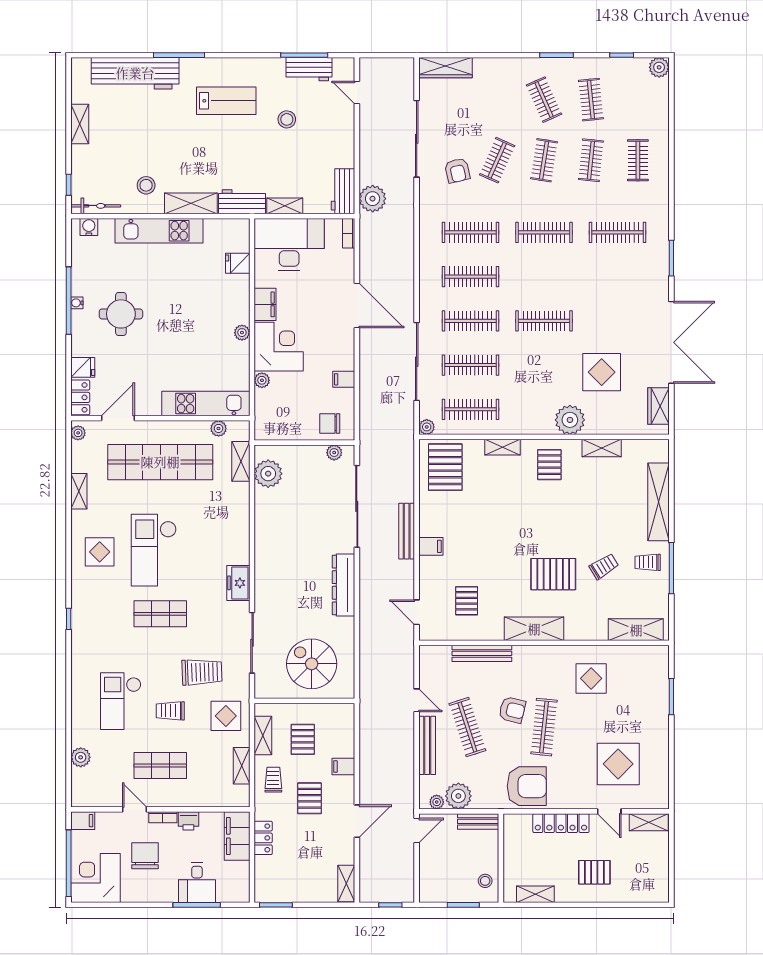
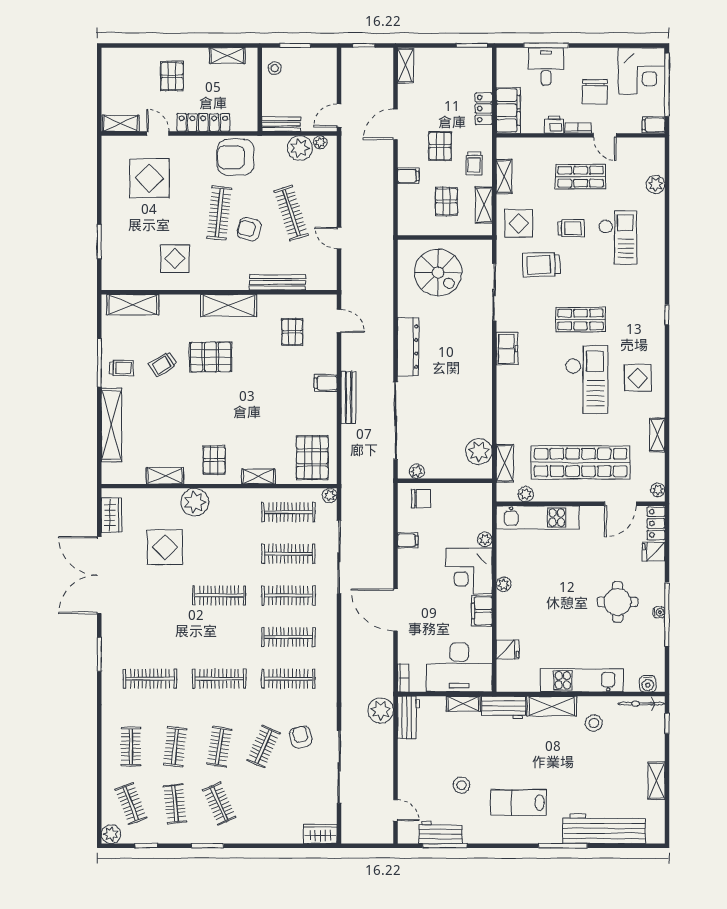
wardrobe: (446, 68) -> (320, 834), width x0.67
clothes rail: (638, 100) -> (131, 804), added
bench: (427, 745) -> (329, 196), removed
pallet: (594, 872) -> (172, 76), turned 90

